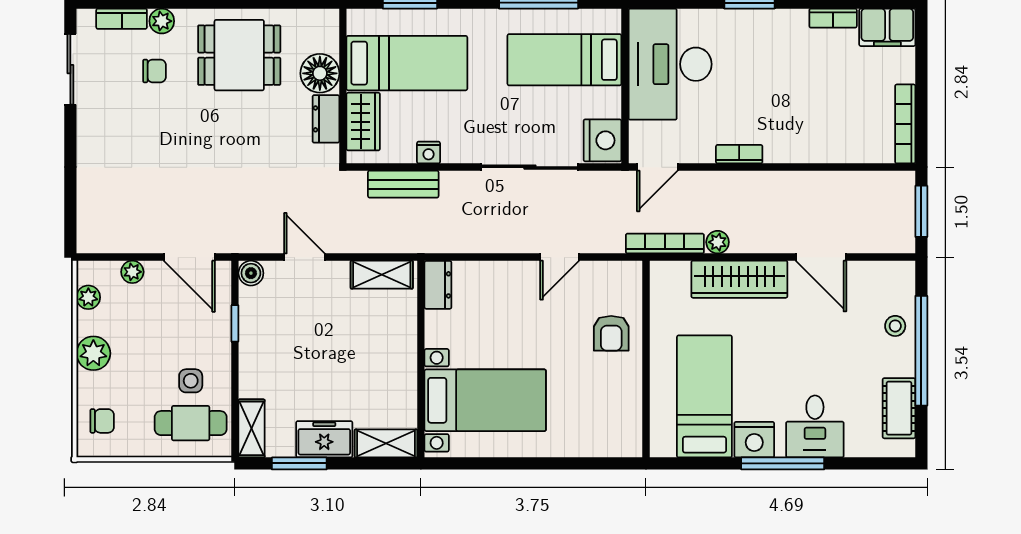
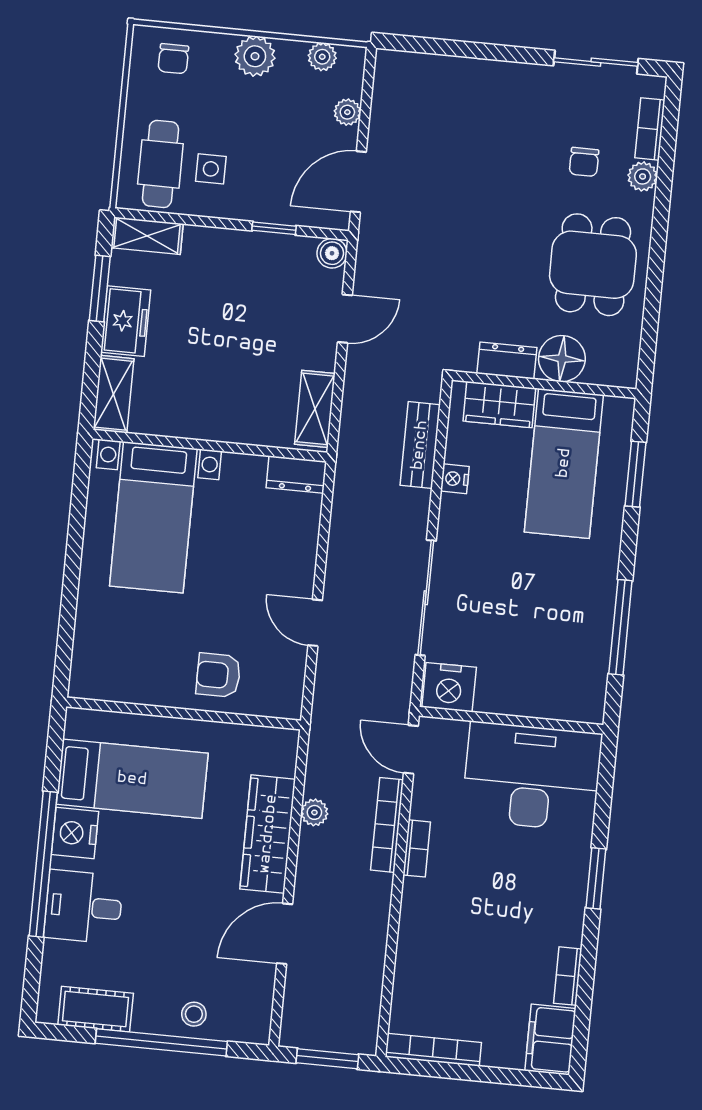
bed: (564, 60) -> (549, 651), removed
bookcase: (665, 243) -> (387, 825), moved, turned 180
window: (783, 463) -> (43, 864), width x1.46

